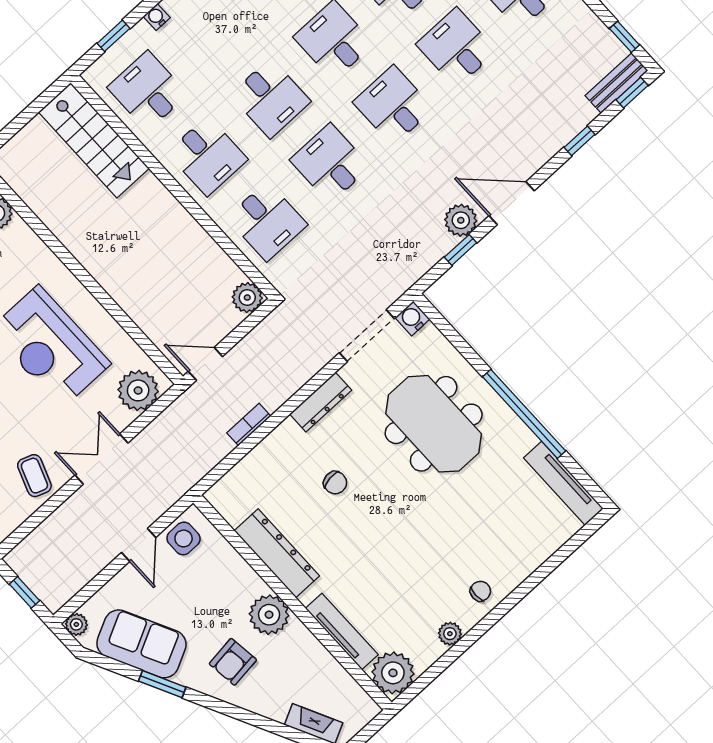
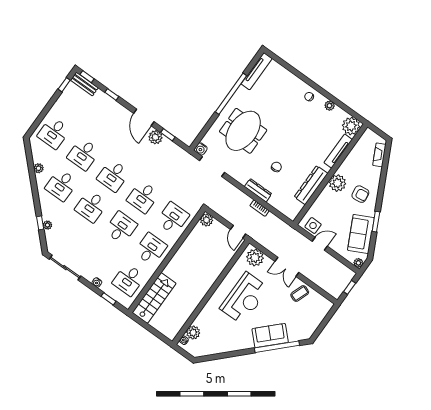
dresser: (321, 402) -> (258, 190), moved

